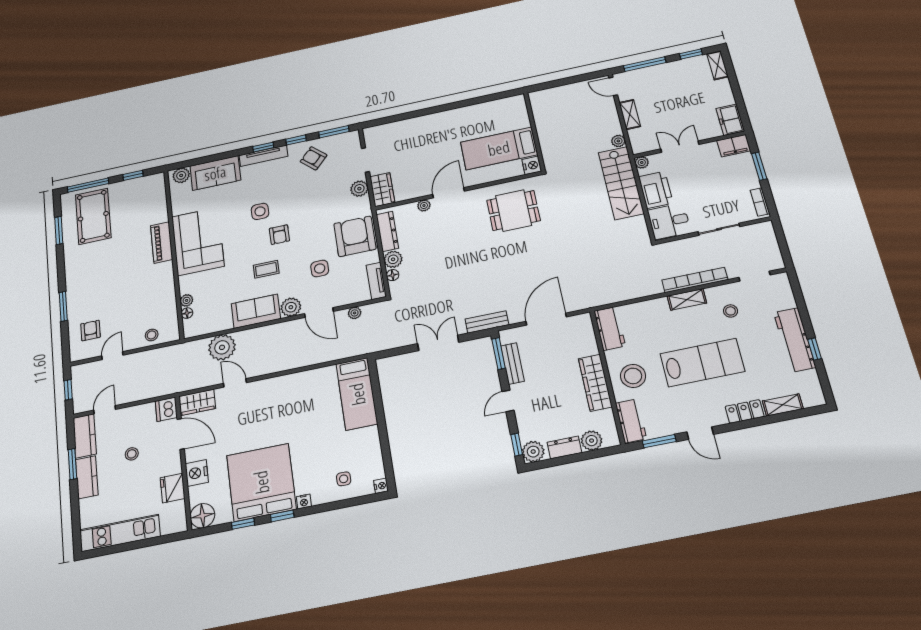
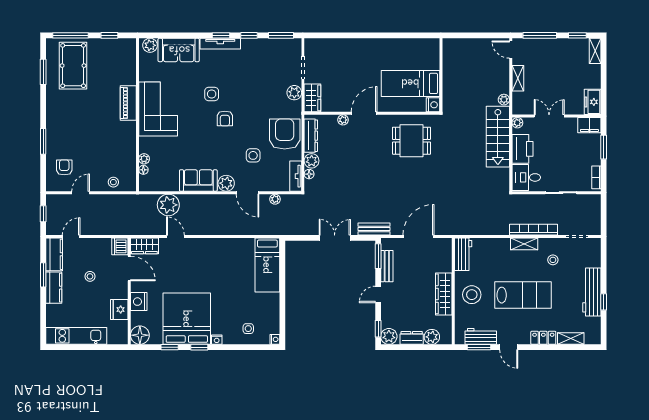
armchair: (314, 158) -> (261, 56), removed
coffee table: (266, 269) -> (211, 146), removed
workbench: (631, 421) -> (481, 336), moved, turned -90

